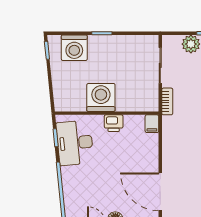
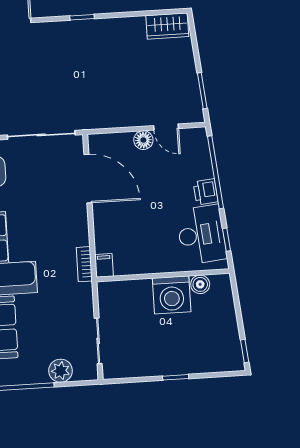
washing machine: (74, 48) -> (210, 356), removed
bookcase: (167, 101) -> (84, 264), moved
boiler: (78, 104) -> (200, 284), added
printer: (114, 123) -> (206, 192), moved, turned -96

